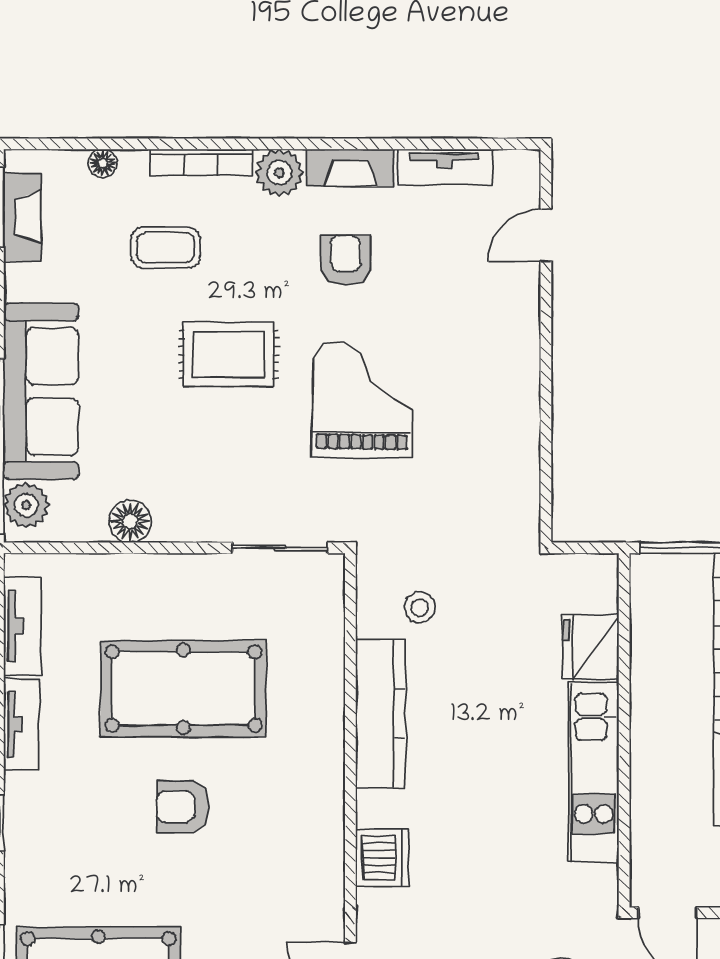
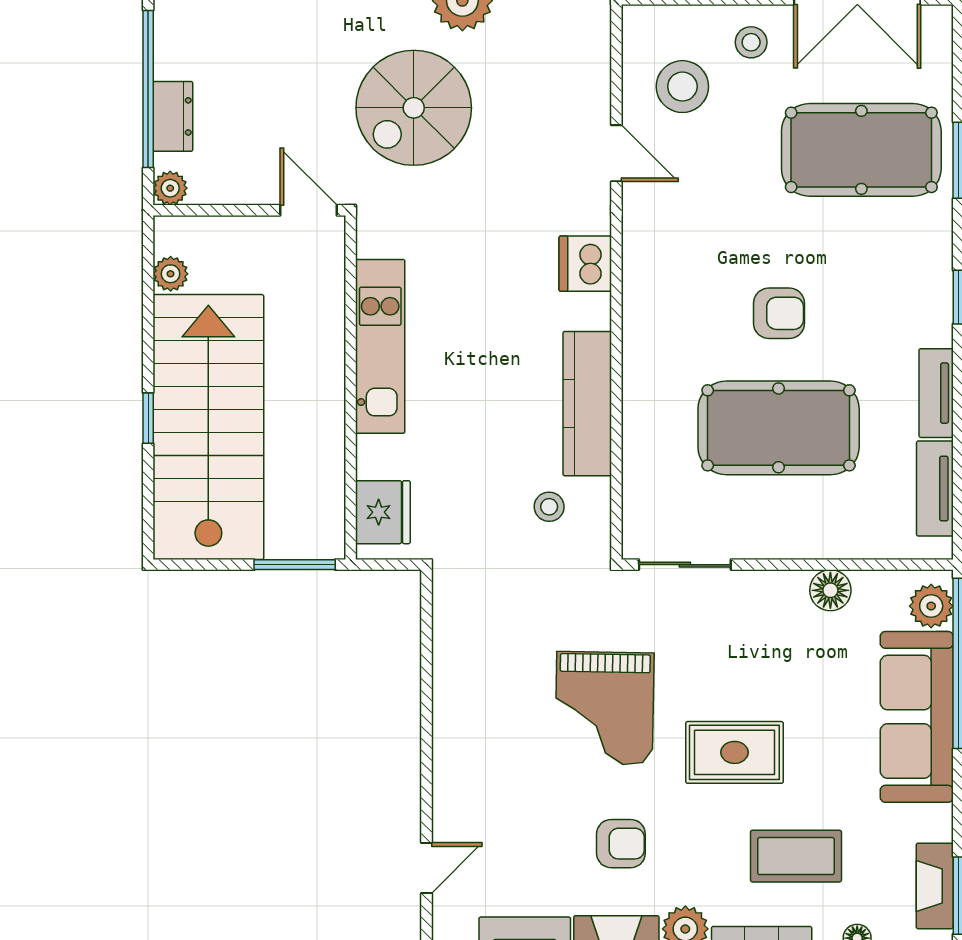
coffee table: (165, 248) -> (796, 856), width x1.36, depth x1.30
armchair: (346, 261) -> (621, 844), turned -90
fridge: (591, 647) -> (383, 512), moved

